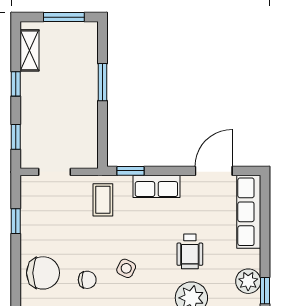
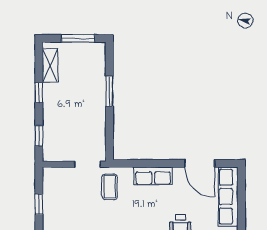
window: (130, 171) -> (132, 163), removed
door: (214, 171) -> (200, 163), swing flipped
doorway: (55, 172) -> (87, 164), moved

